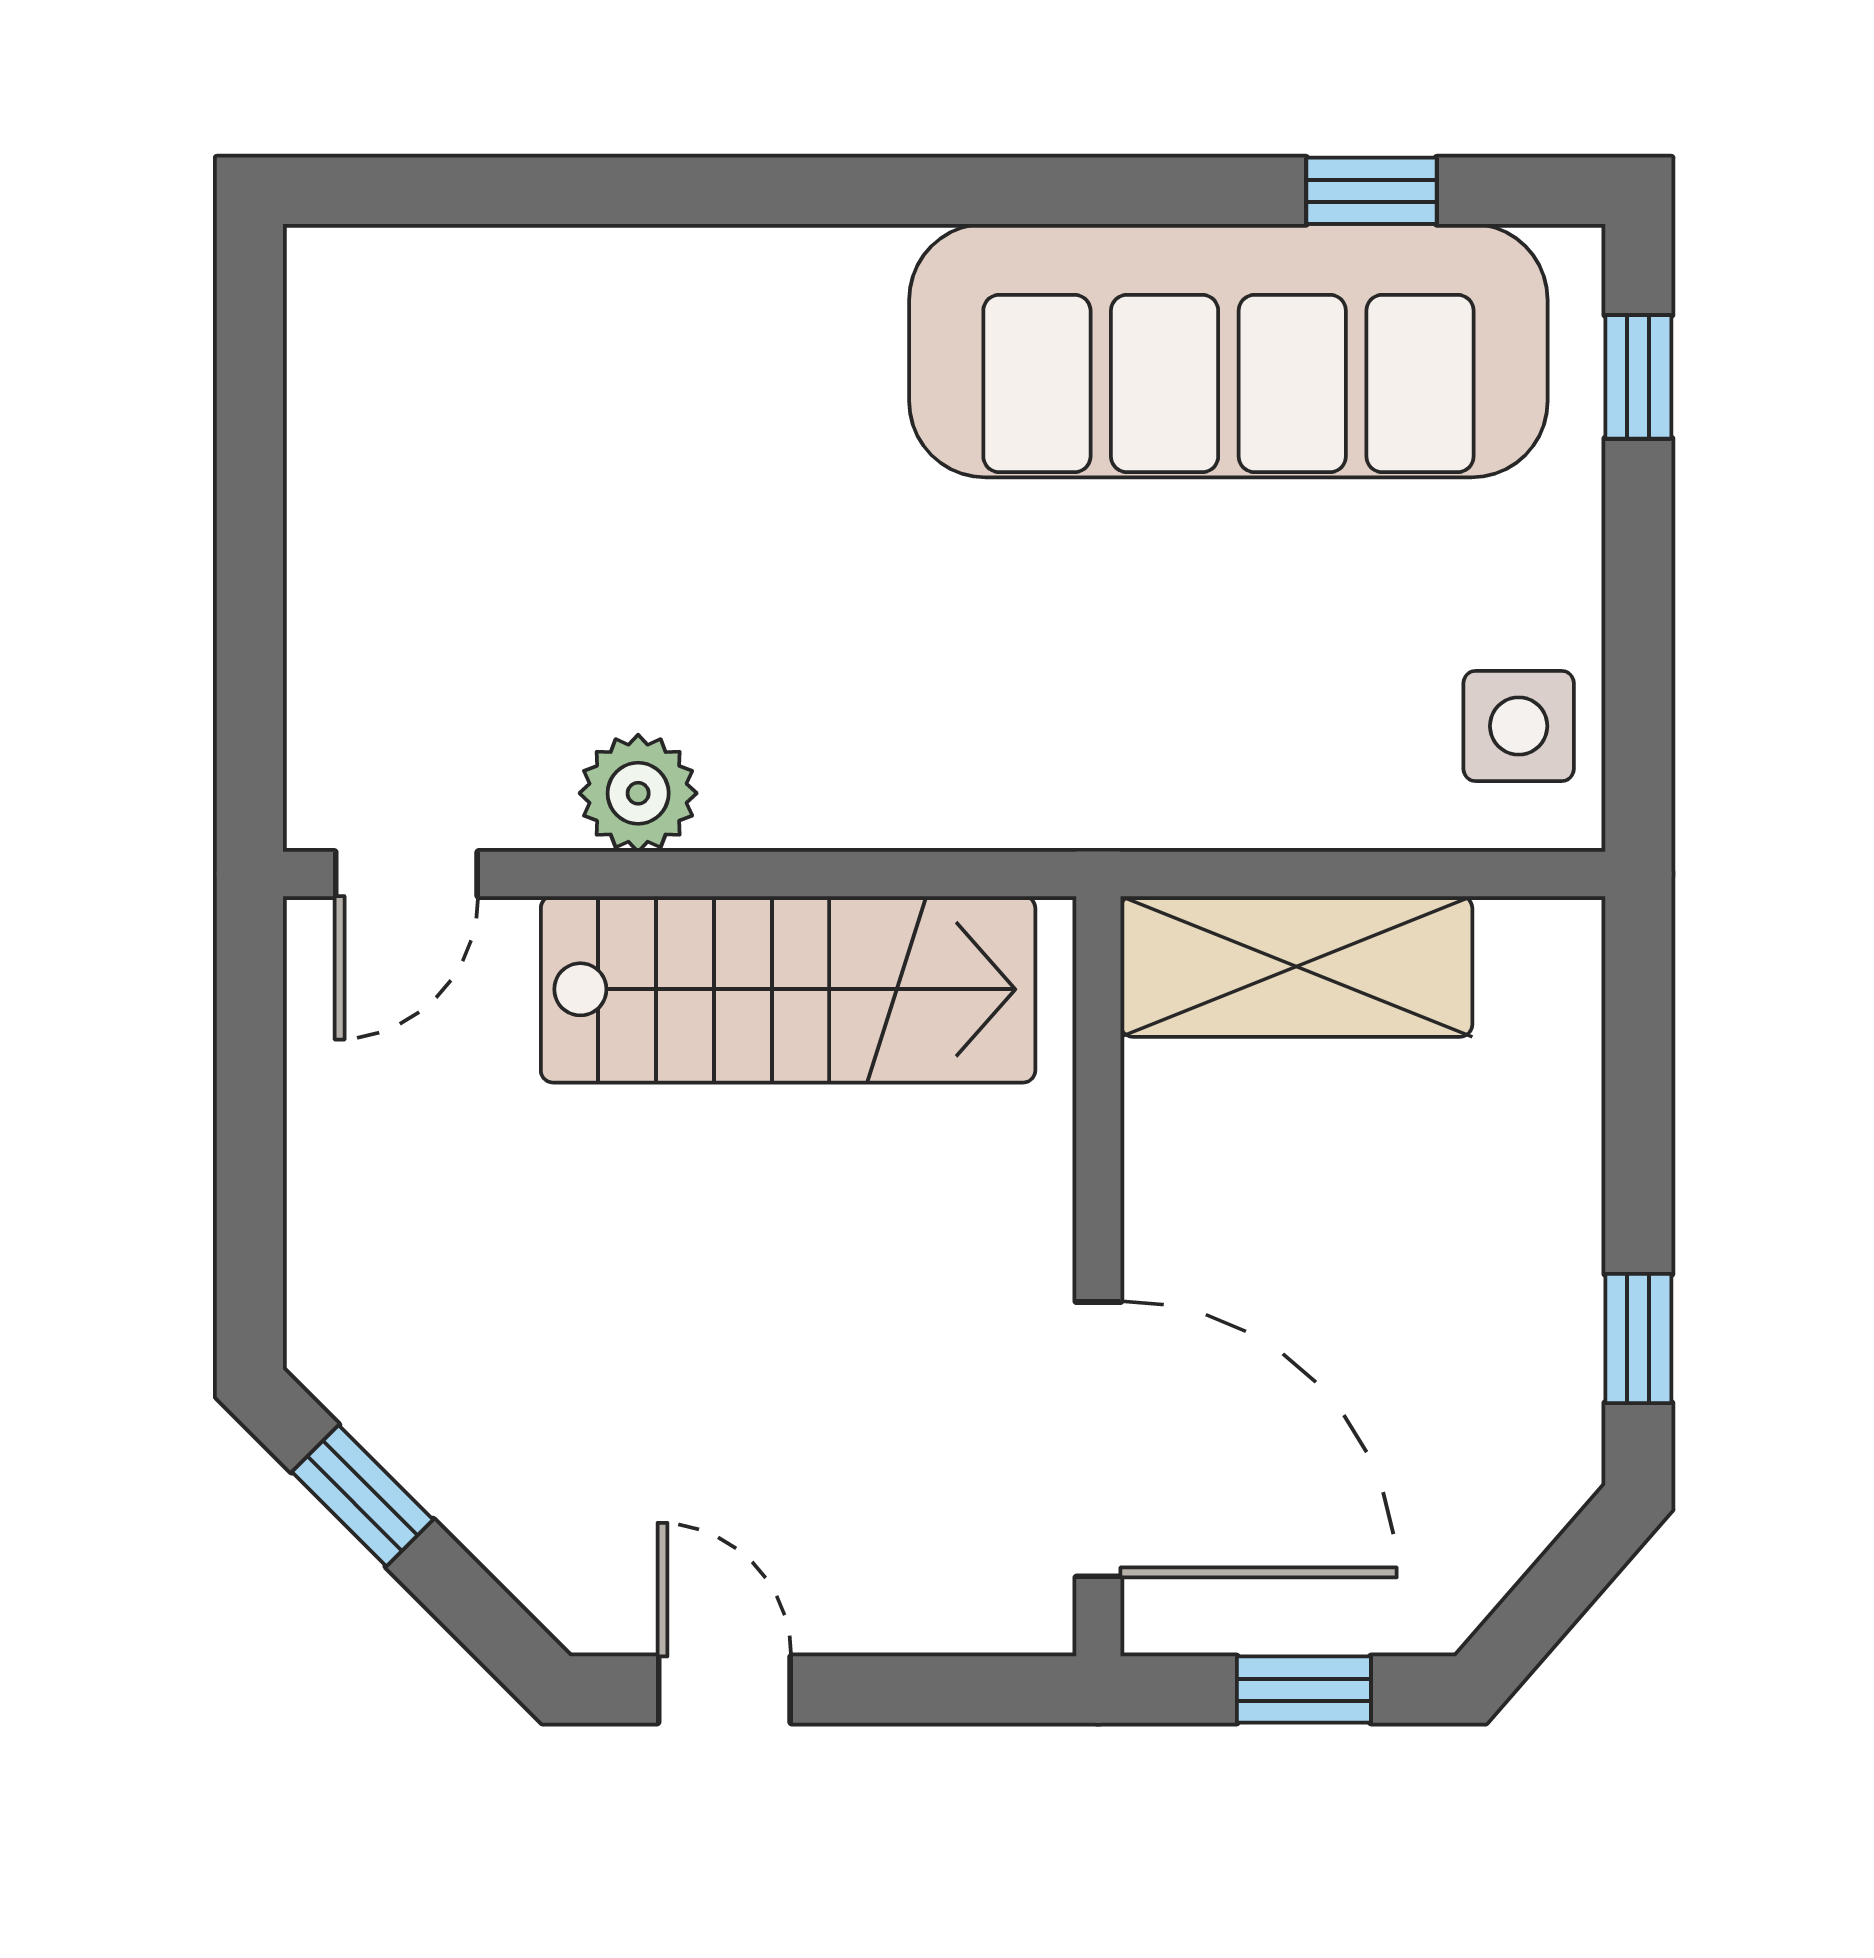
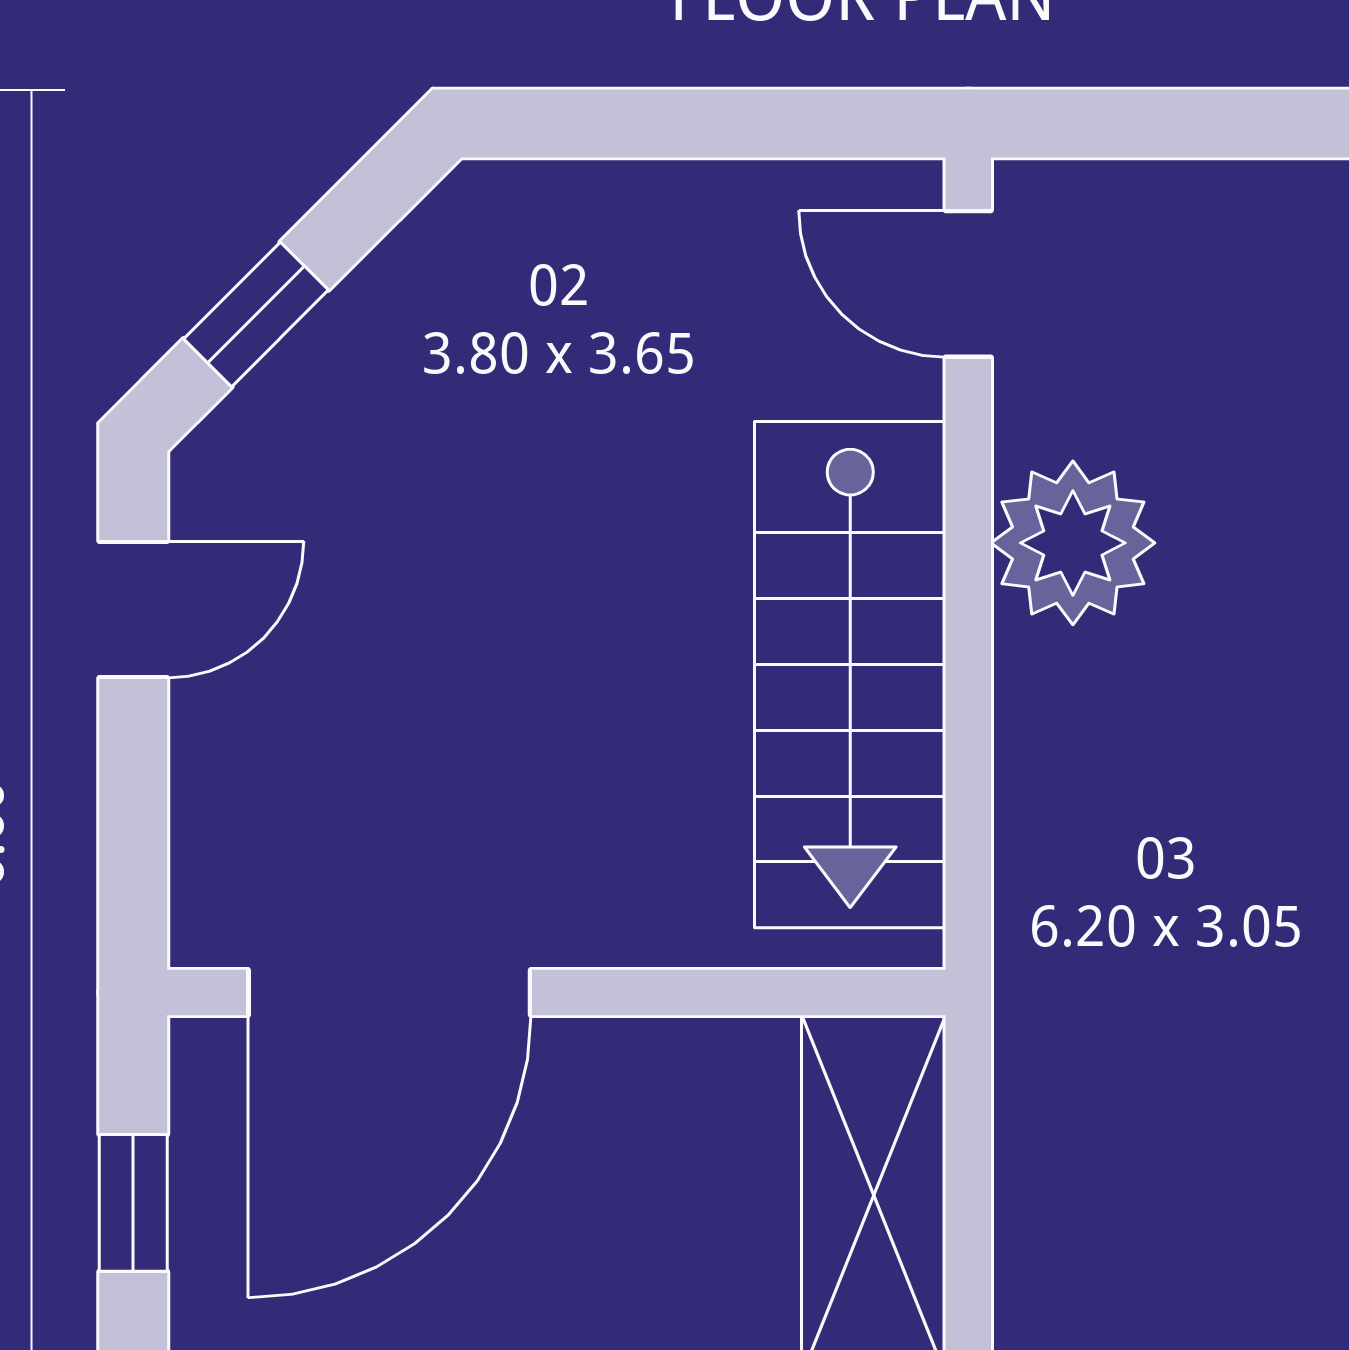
plant: (638, 793) -> (1073, 543), width x1.36, depth x1.36
window: (362, 1496) -> (256, 314), moved

